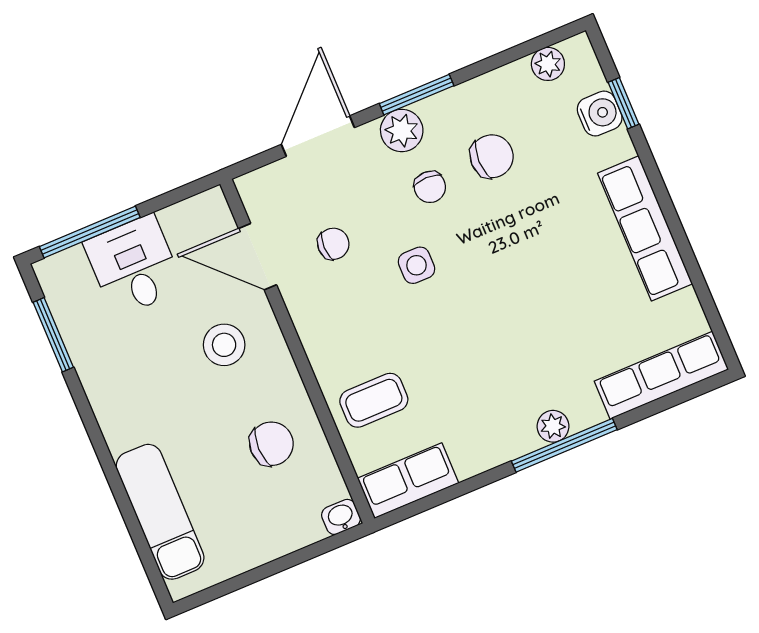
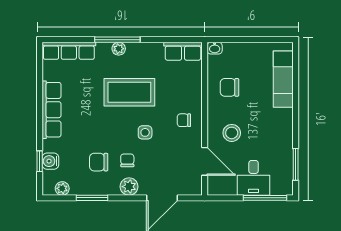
window: (417, 95) -> (92, 198), moved
chair: (333, 244) -> (184, 120), moved
coffee table: (374, 400) -> (129, 92), moved, width x1.86, depth x1.72

